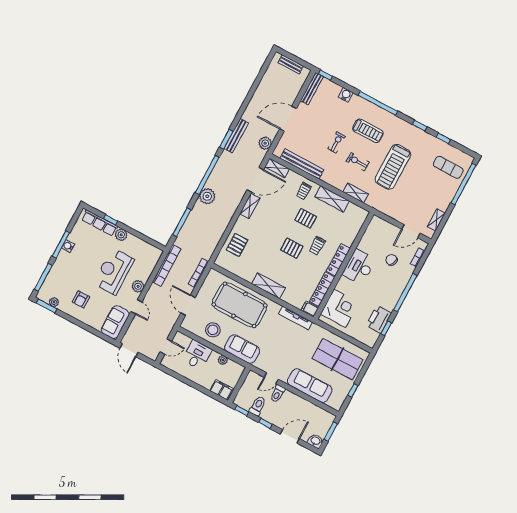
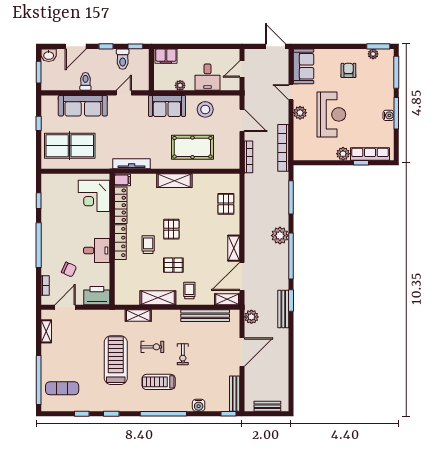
pallet: (292, 248) -> (171, 229), turned 90
desk: (359, 267) -> (97, 251), width x0.73
pool table: (239, 305) -> (192, 147), width x0.73, depth x0.76
printer: (379, 319) -> (97, 296), moved, turned -90
toilet: (278, 394) -> (85, 81), moved

